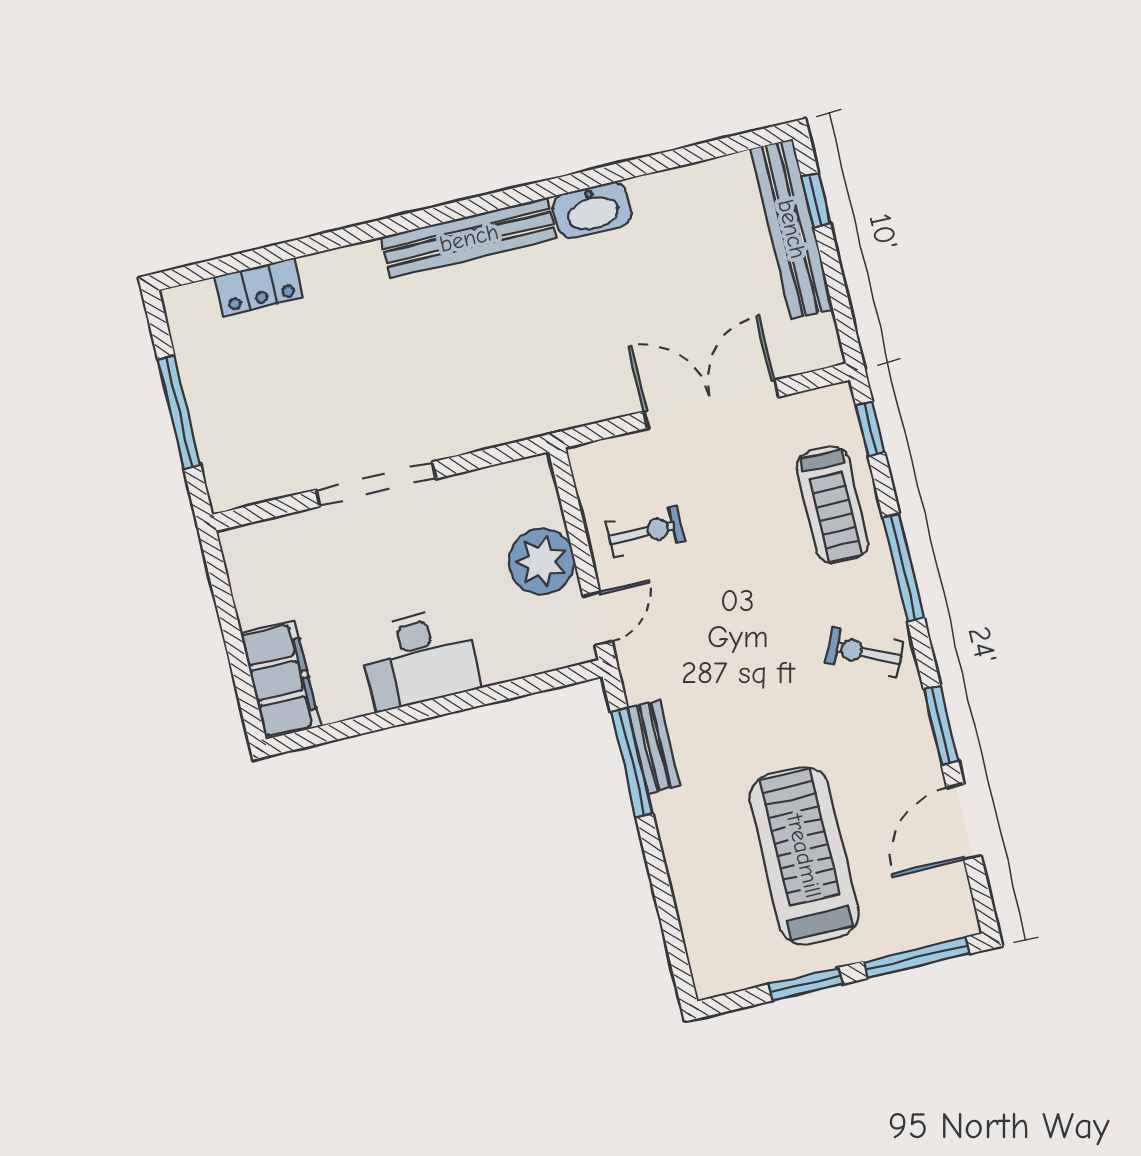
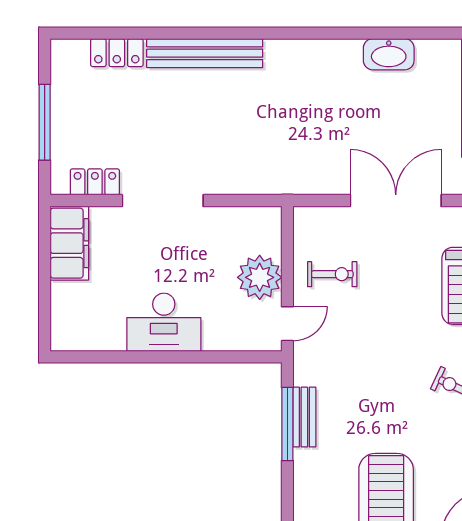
washbasin: (592, 210) -> (389, 54), moved
bench: (469, 238) -> (205, 53), moved
locker: (272, 481) -> (95, 182), added
filing cabinet: (281, 680) -> (69, 243), moved

